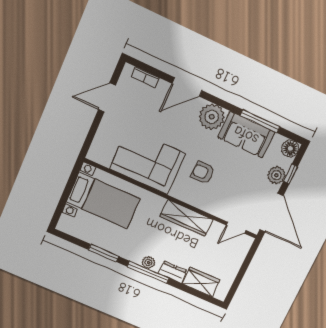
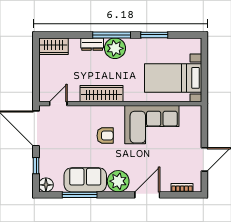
plant: (277, 175) -> (46, 160), removed
plant: (148, 263) -> (115, 48), width x1.88, depth x1.88
wardrobe: (201, 282) -> (53, 46), moved

